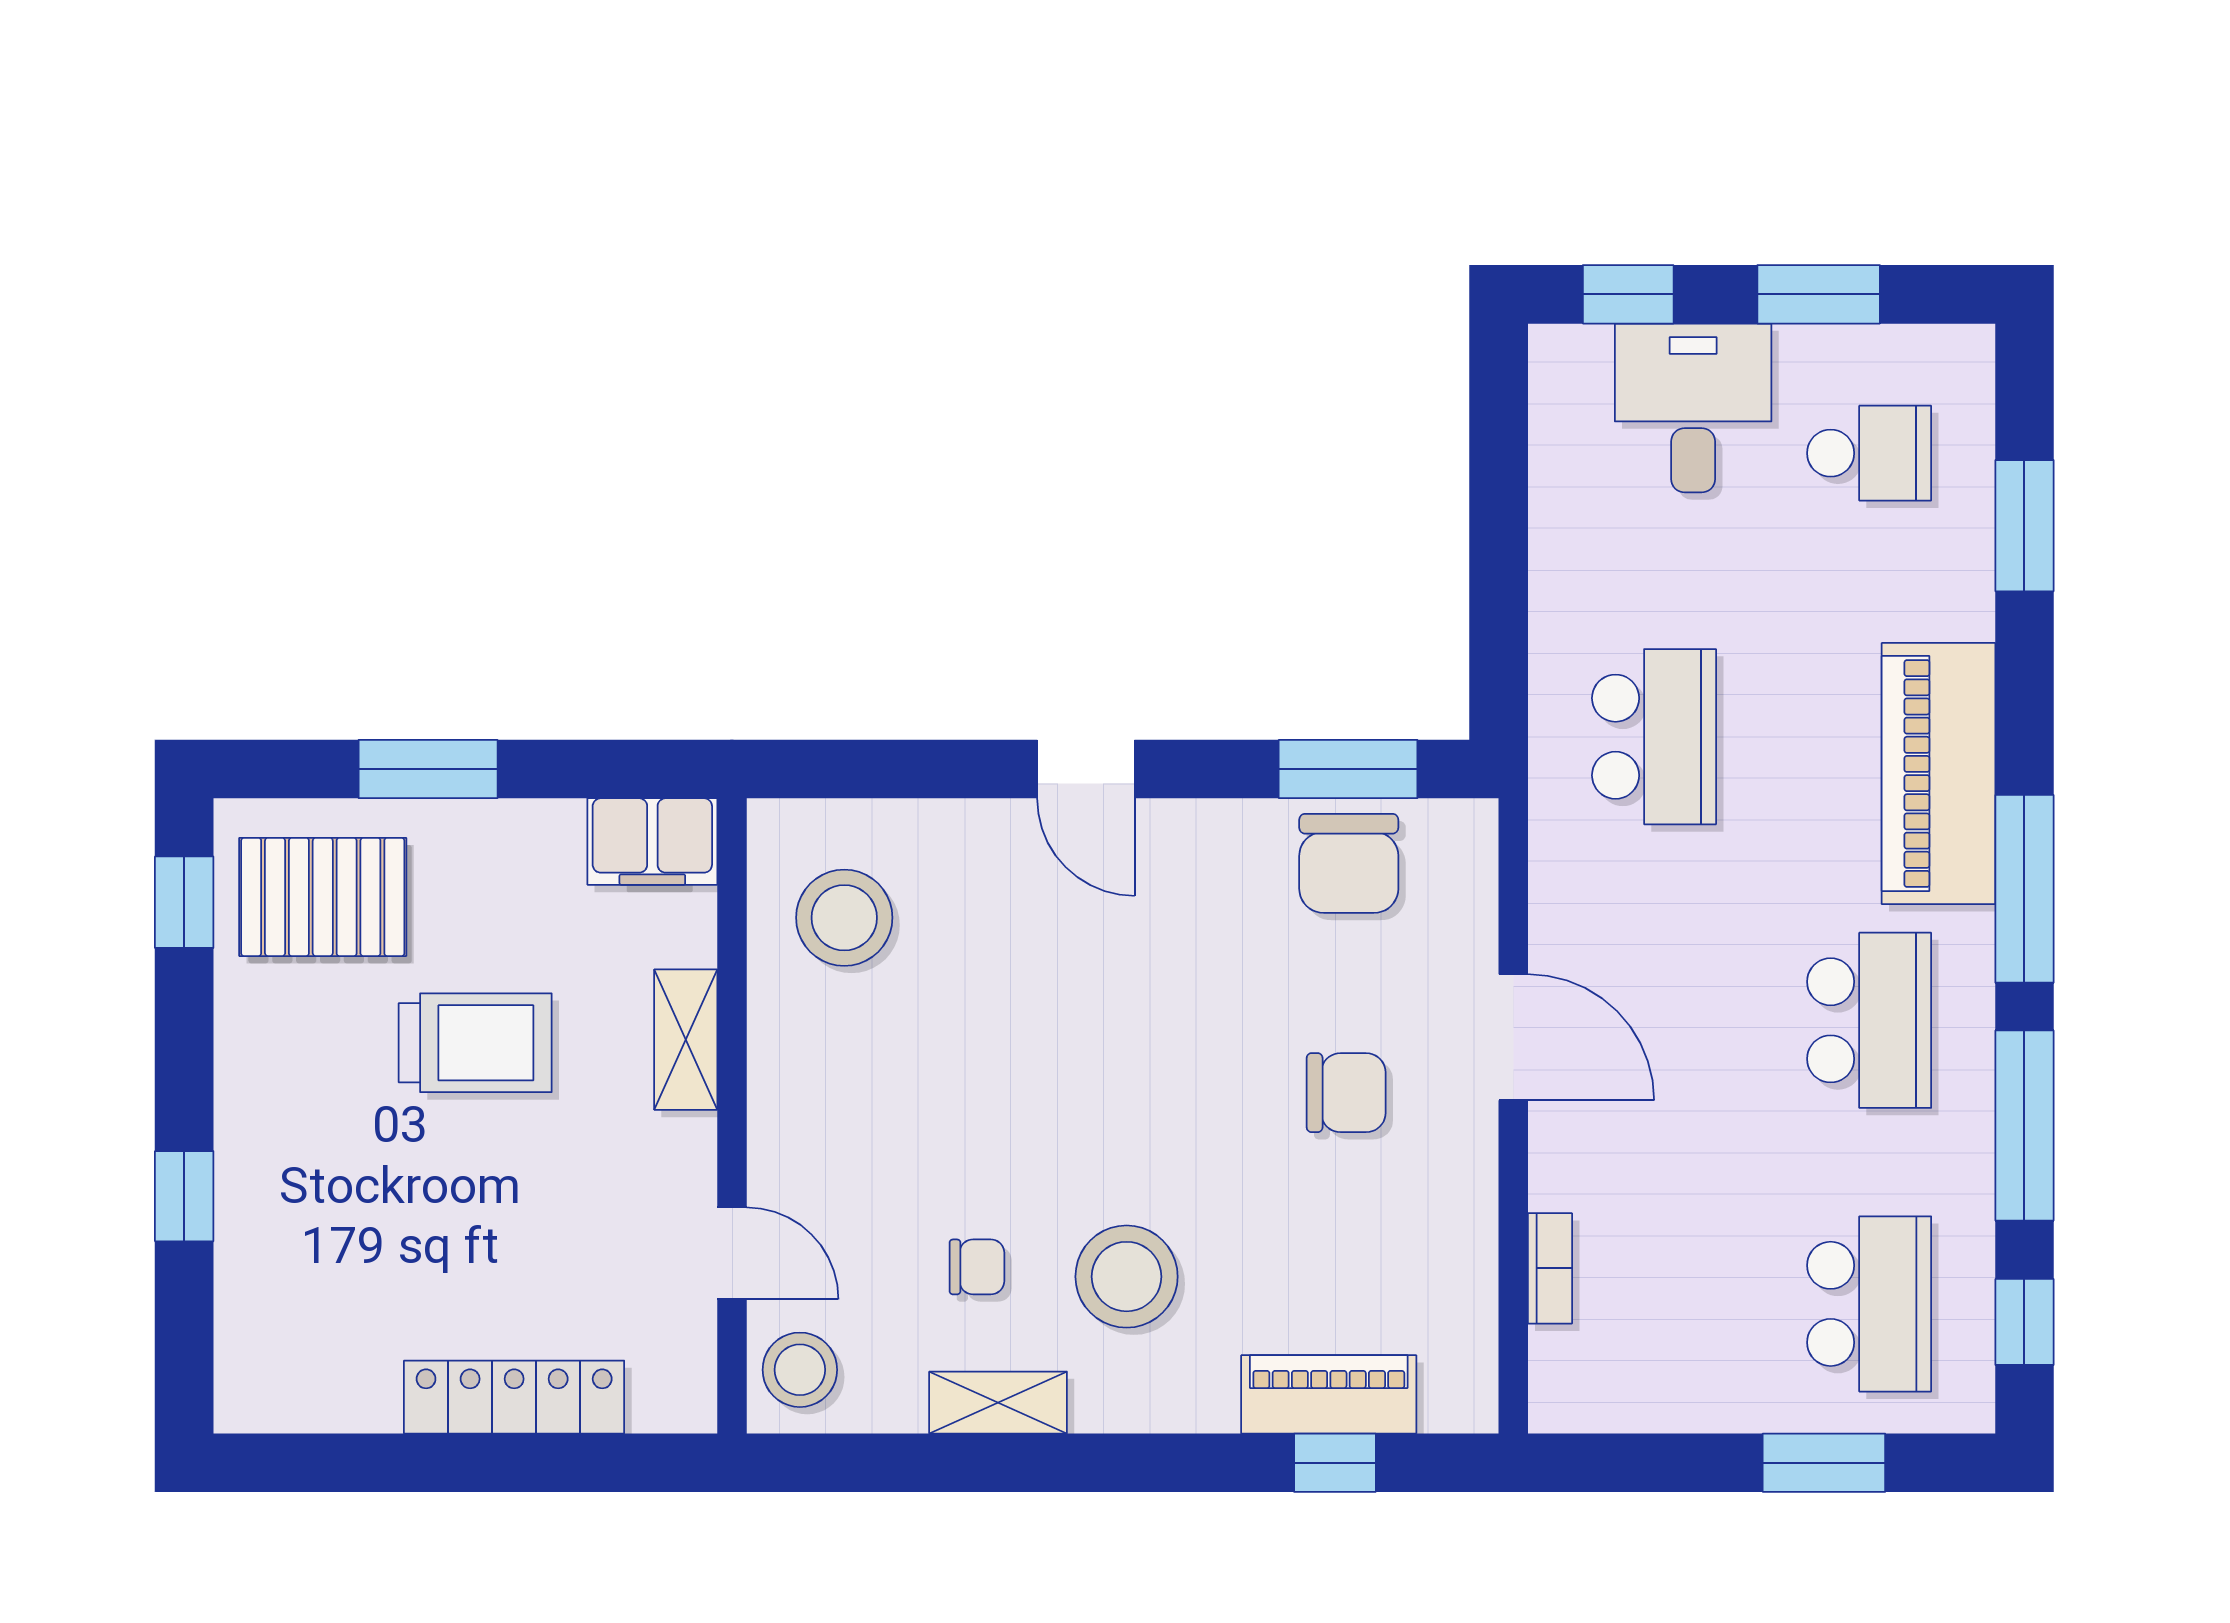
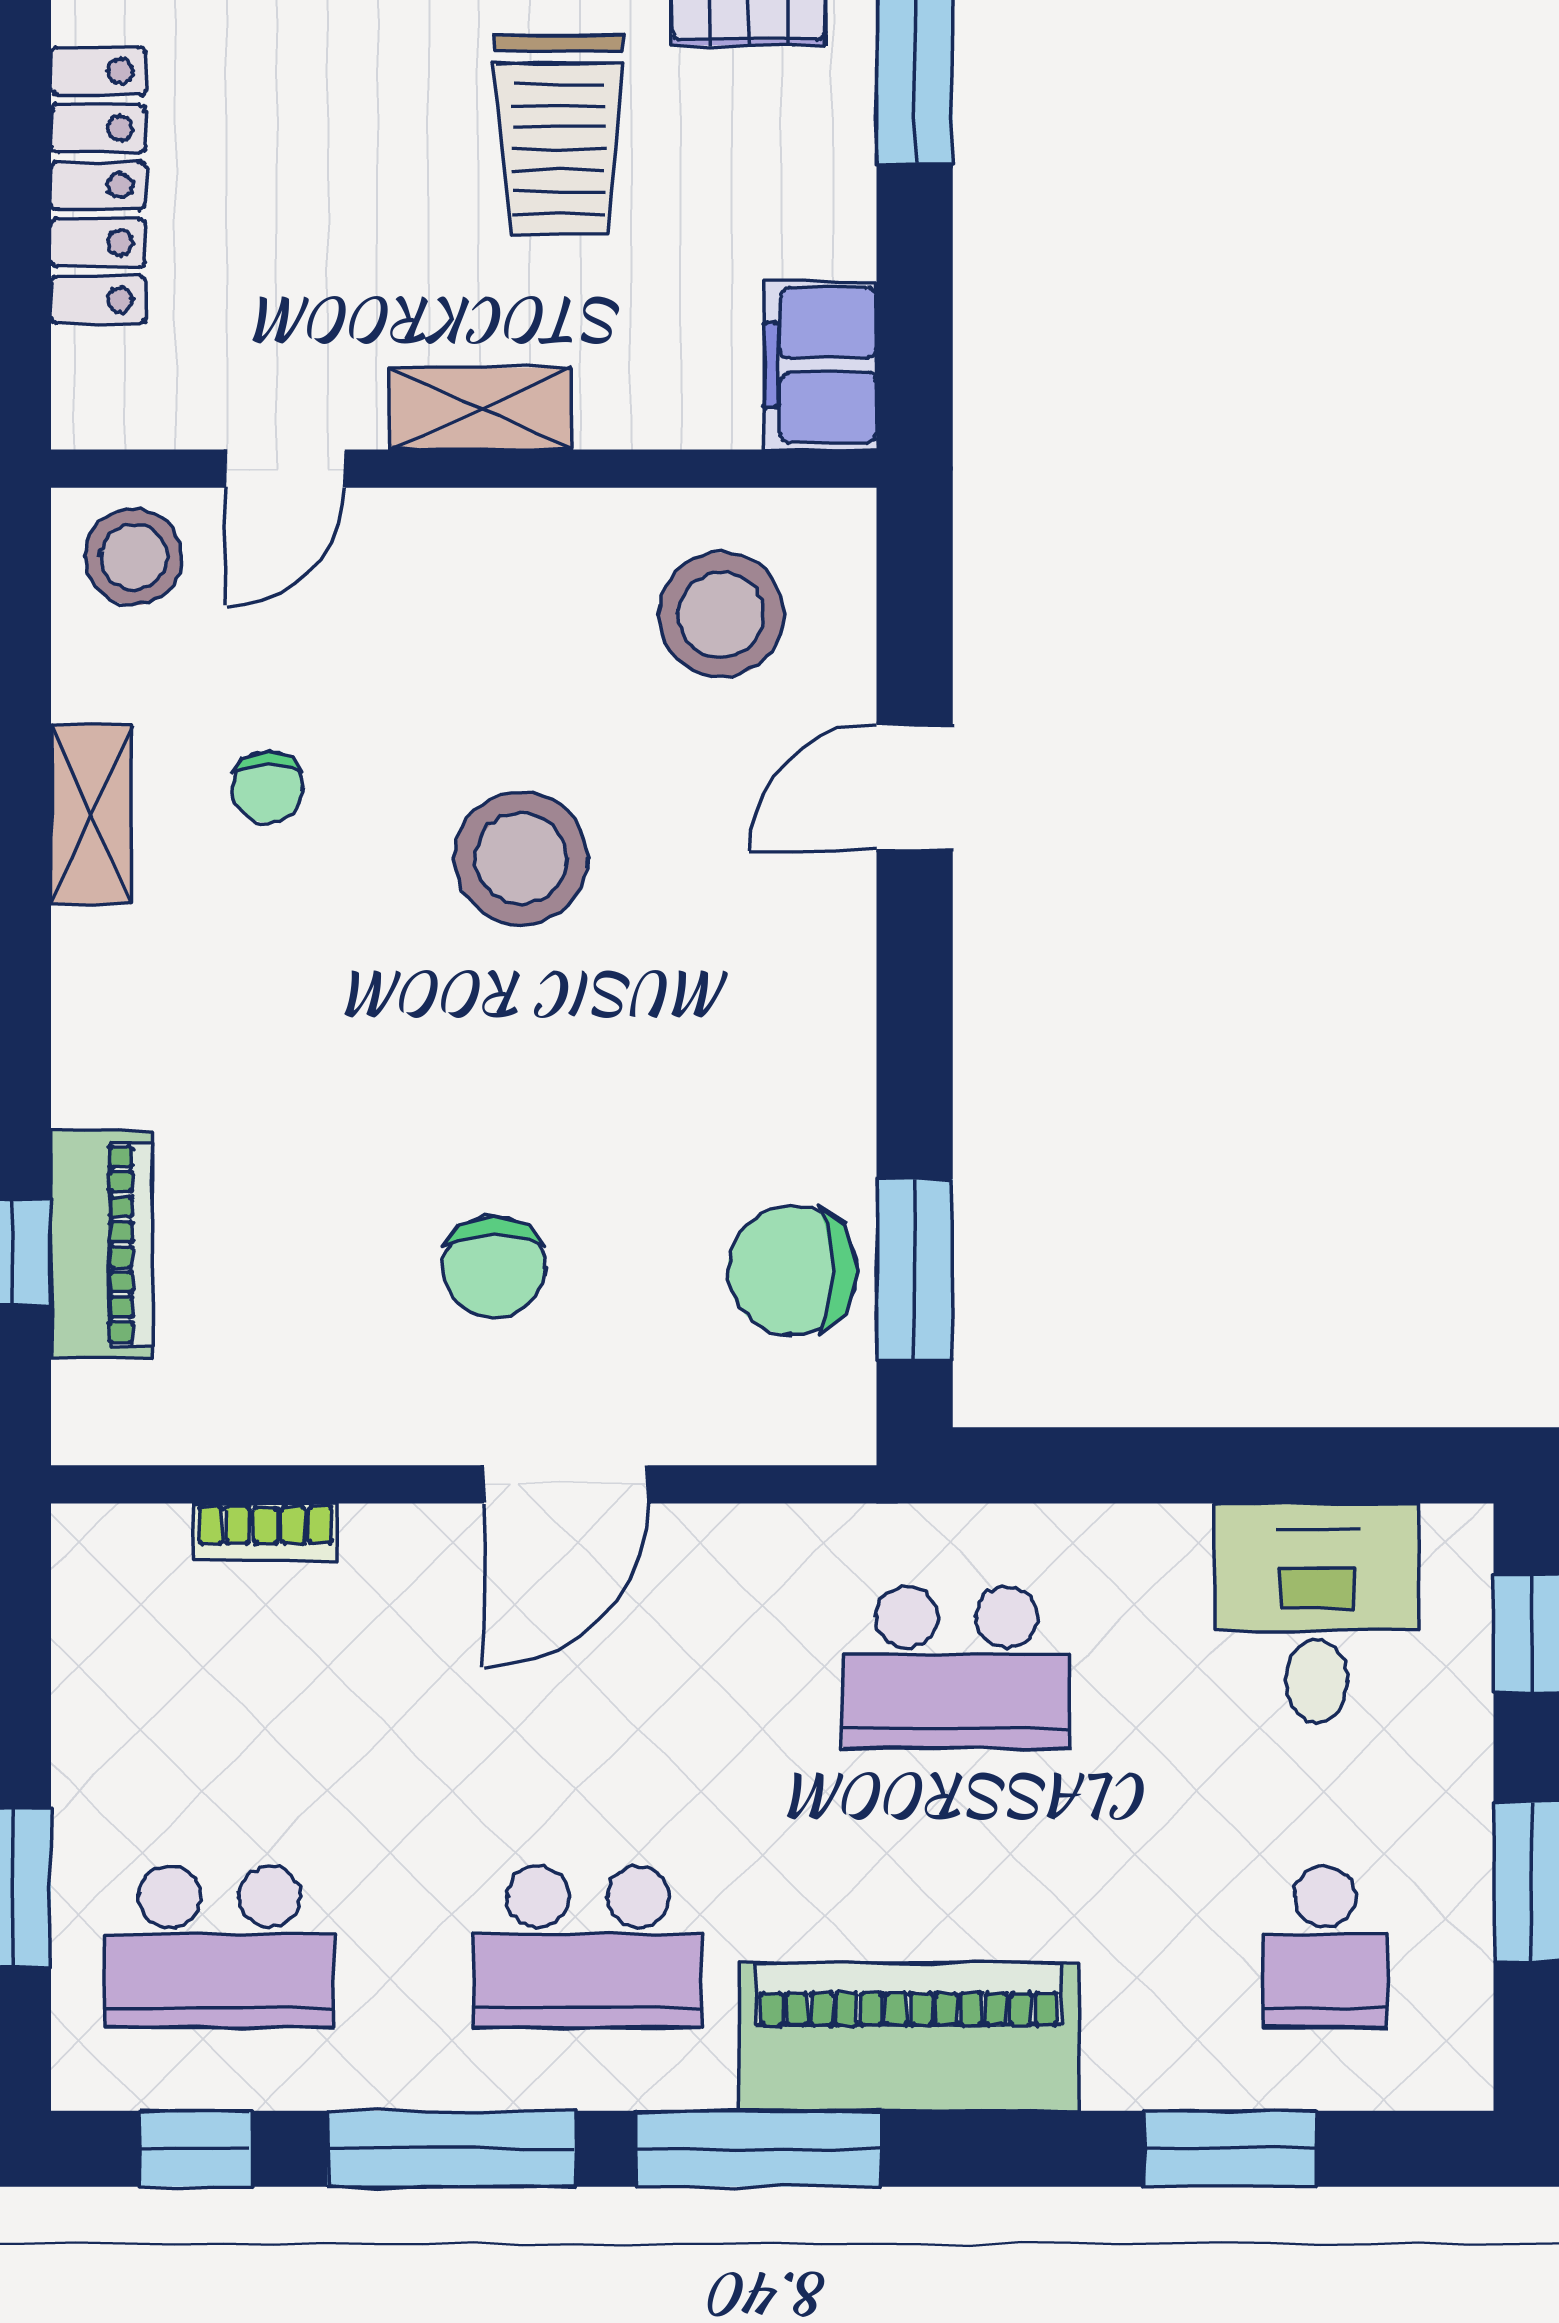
desk: (1693, 408) -> (1317, 1613), moved, turned -90
door: (1086, 769) -> (915, 787), moved
shelving: (686, 1040) -> (481, 409), moved
stool: (1127, 1277) -> (521, 858), moved

